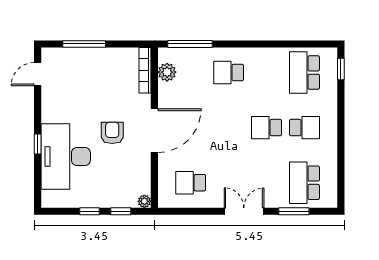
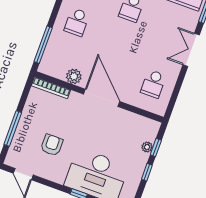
plant: (167, 72) -> (74, 76), moved
armchair: (112, 133) -> (52, 145), moved, turned 90
plant: (144, 201) -> (147, 147), moved

